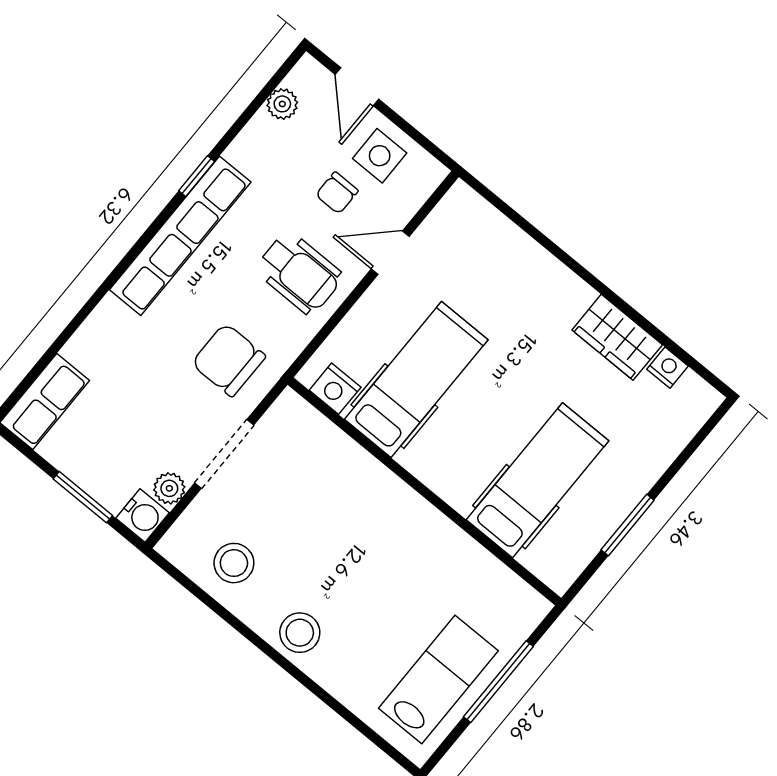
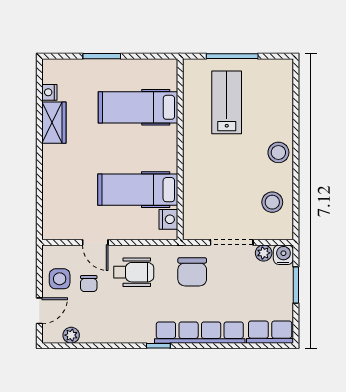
window: (197, 176) -> (158, 346), moved
chair: (337, 193) -> (89, 284), turned 90
row of seats: (180, 236) -> (200, 333), moved
wheelchair: (299, 273) -> (134, 272), turned 90
window: (628, 525) -> (102, 56), moved
lab bench: (438, 679) -> (227, 102), moved, turned 90

